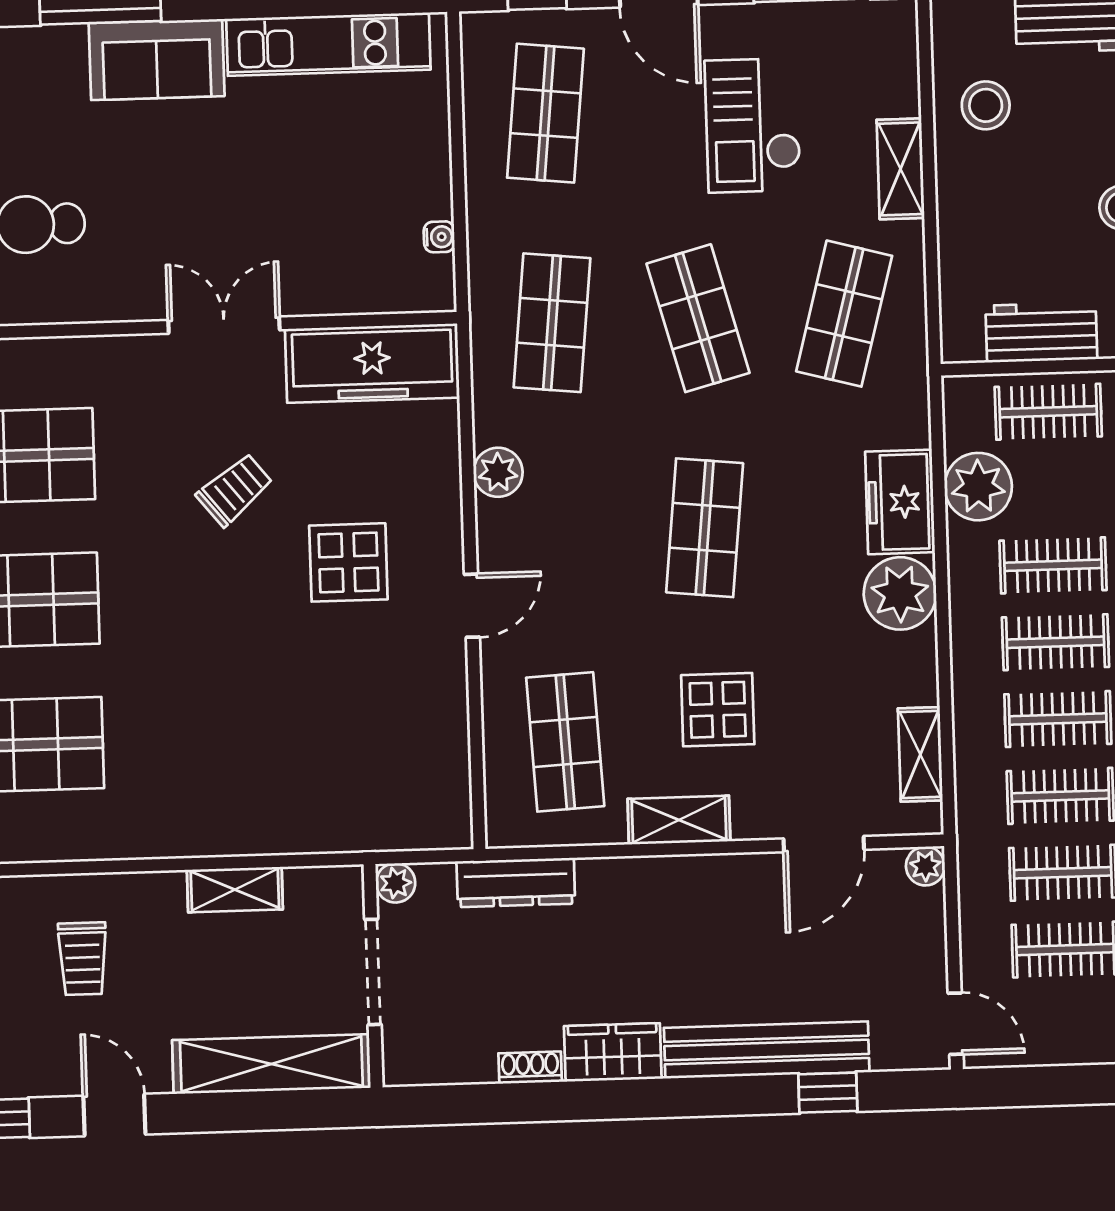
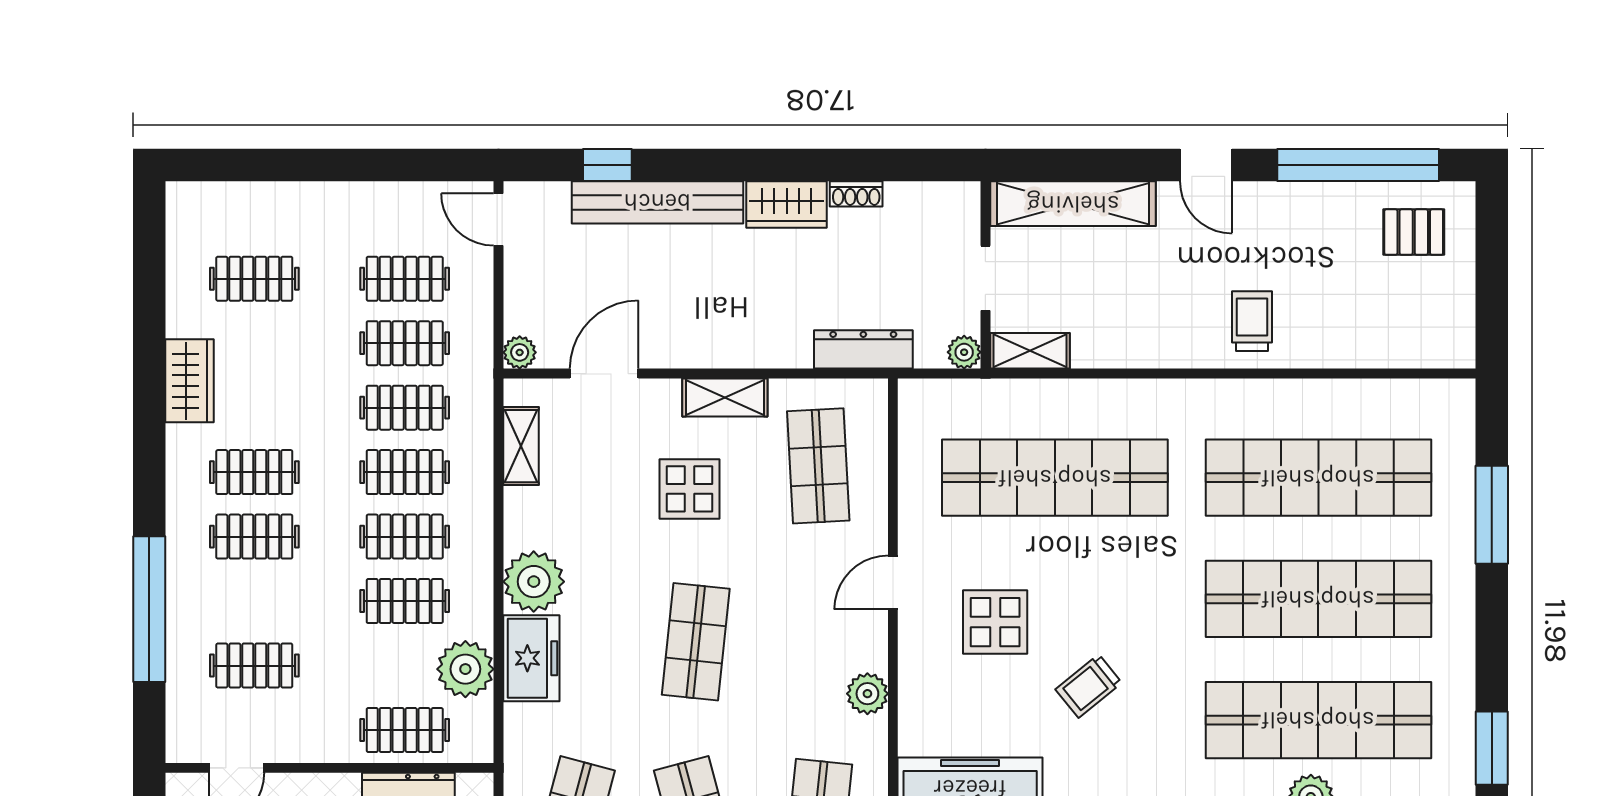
shop shelf: (283, 737) -> (1055, 478), added
shelving: (235, 890) -> (1030, 351), moved
trolley: (83, 959) -> (1252, 321), moved
doorway: (373, 972) -> (985, 278), width x0.73

